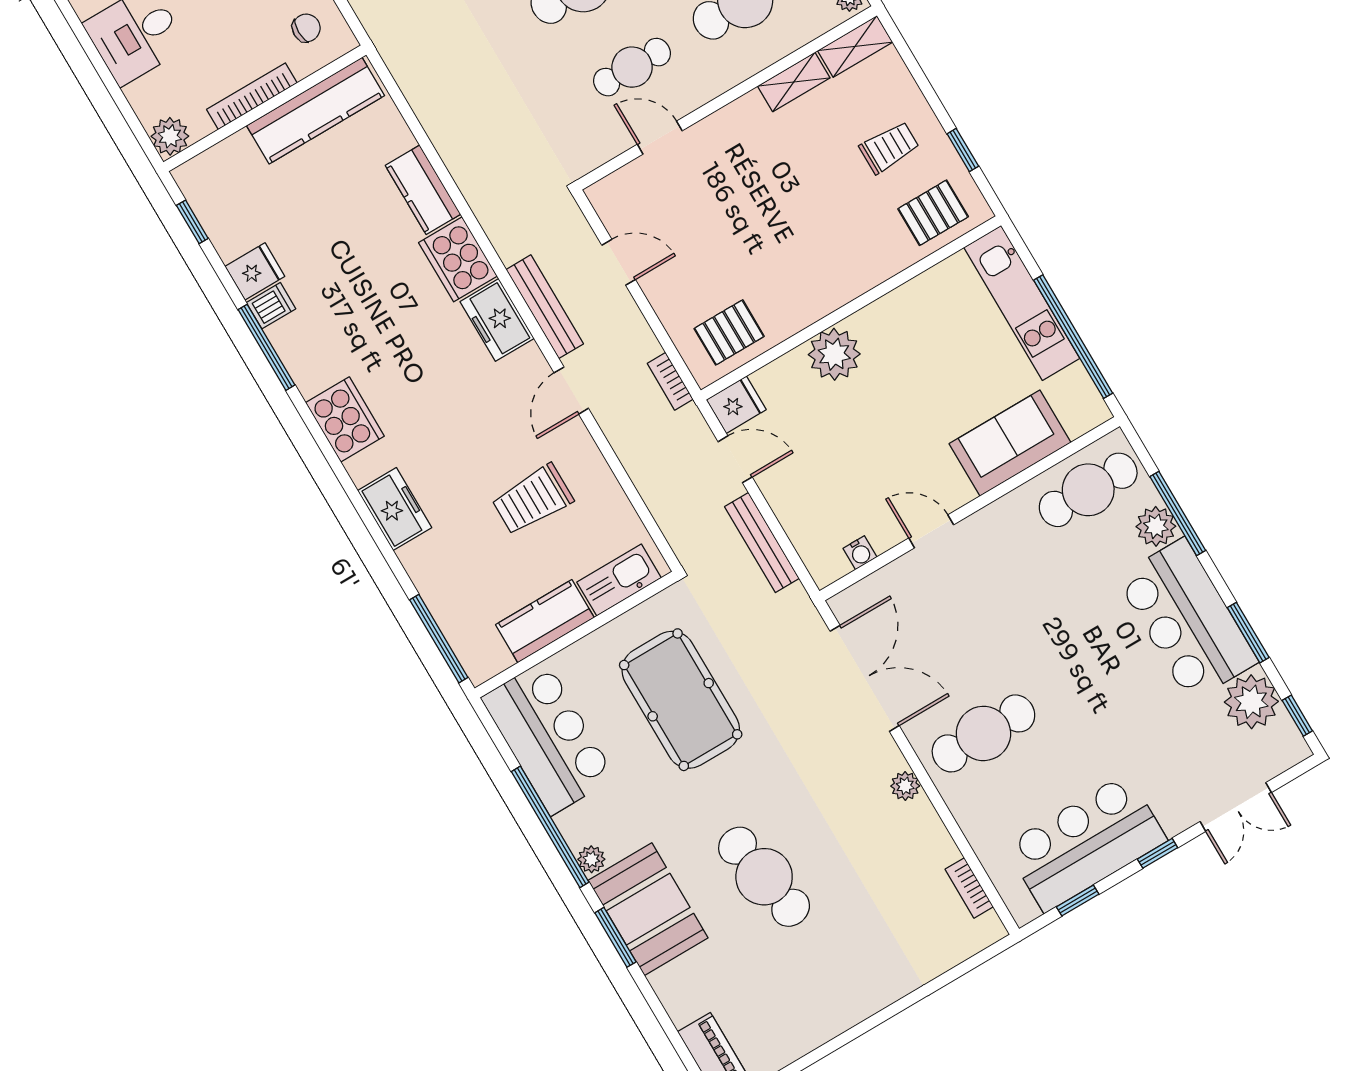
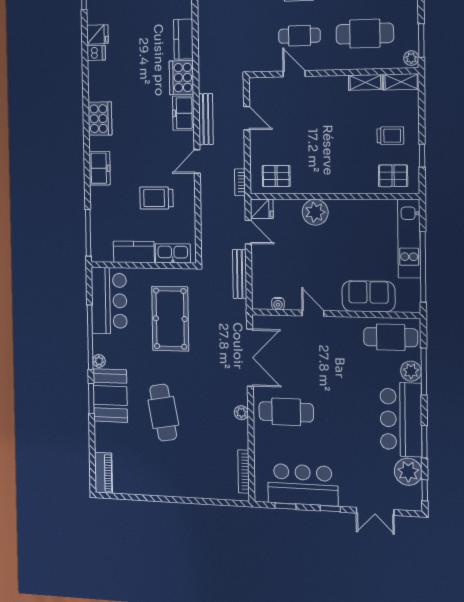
window: (266, 347) -> (85, 69), removed
bookcase: (969, 888) -> (244, 472), width x1.56

